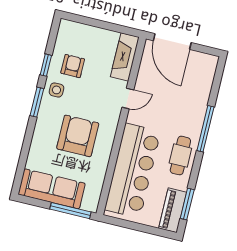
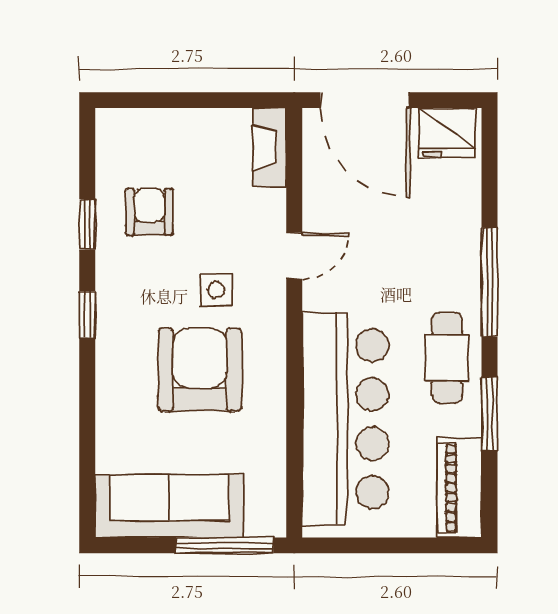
fireplace: (125, 57) -> (270, 147), width x0.73, depth x0.76
fridge: (203, 63) -> (447, 133), added
side table: (56, 90) -> (216, 290), moved
window: (37, 102) -> (87, 315), width x0.67
window: (187, 204) -> (490, 414), moved

